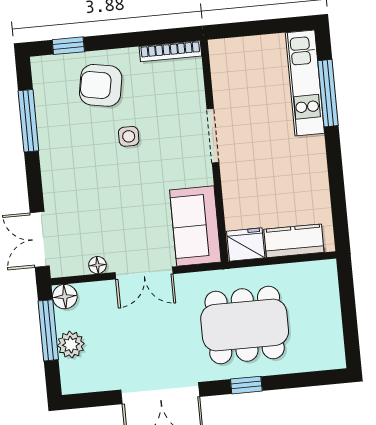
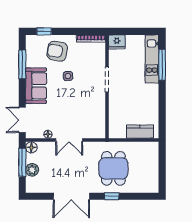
sofa: (195, 226) -> (36, 86), moved, turned 180
fridge: (246, 245) -> (117, 42), moved, turned 180
dining table: (245, 325) -> (113, 168), width x0.73

